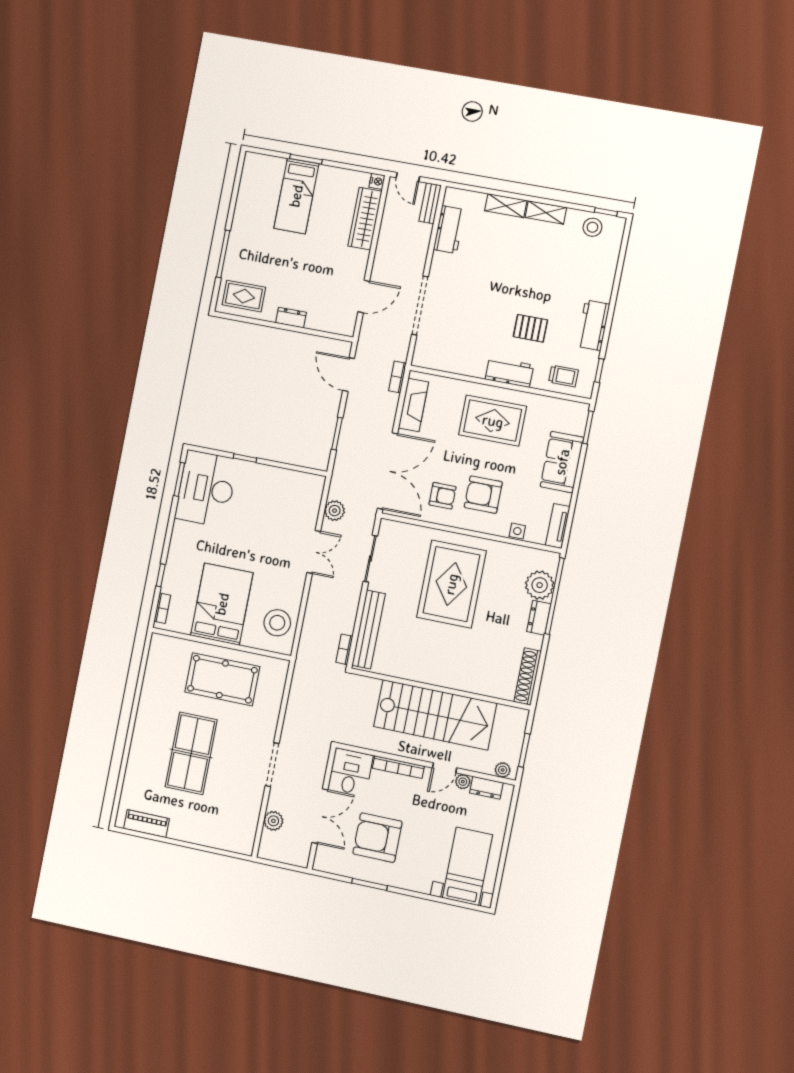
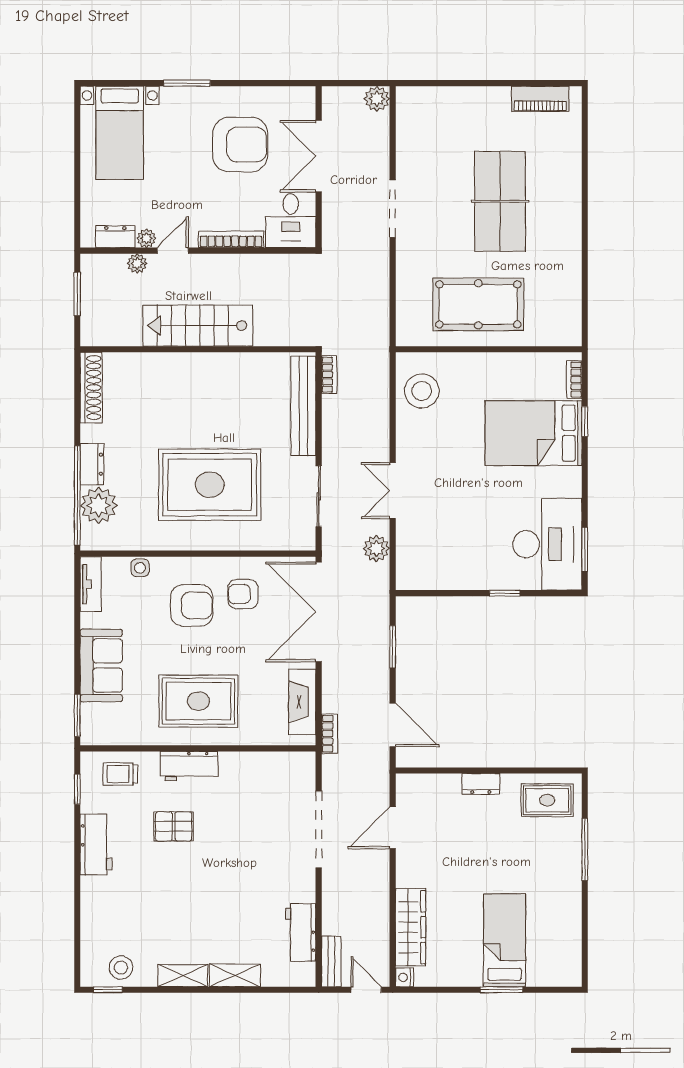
rug: (451, 584) -> (210, 485), turned 90
bed: (222, 604) -> (534, 433), moved, turned 90
stairs: (435, 715) -> (198, 326), width x0.73, depth x0.66
plant: (503, 770) -> (137, 263), moved
plant: (273, 821) -> (377, 99), moved
window: (369, 884) -> (187, 83), moved

